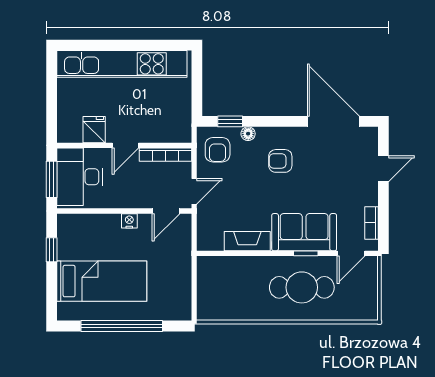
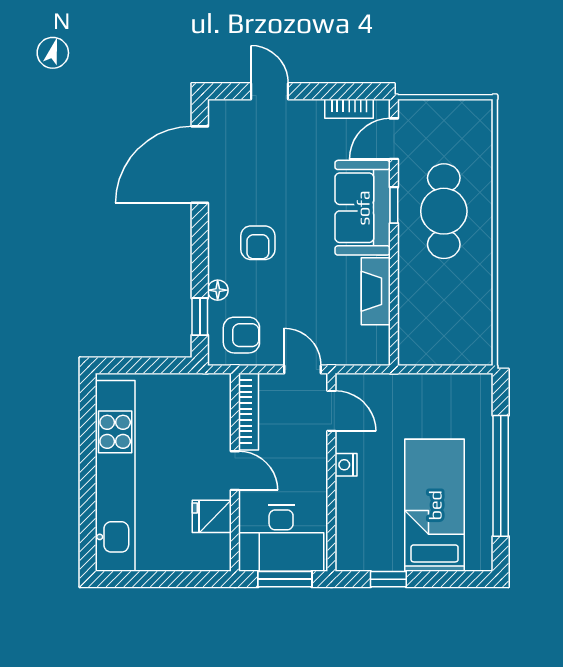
door: (351, 253) -> (394, 139), swing flipped

